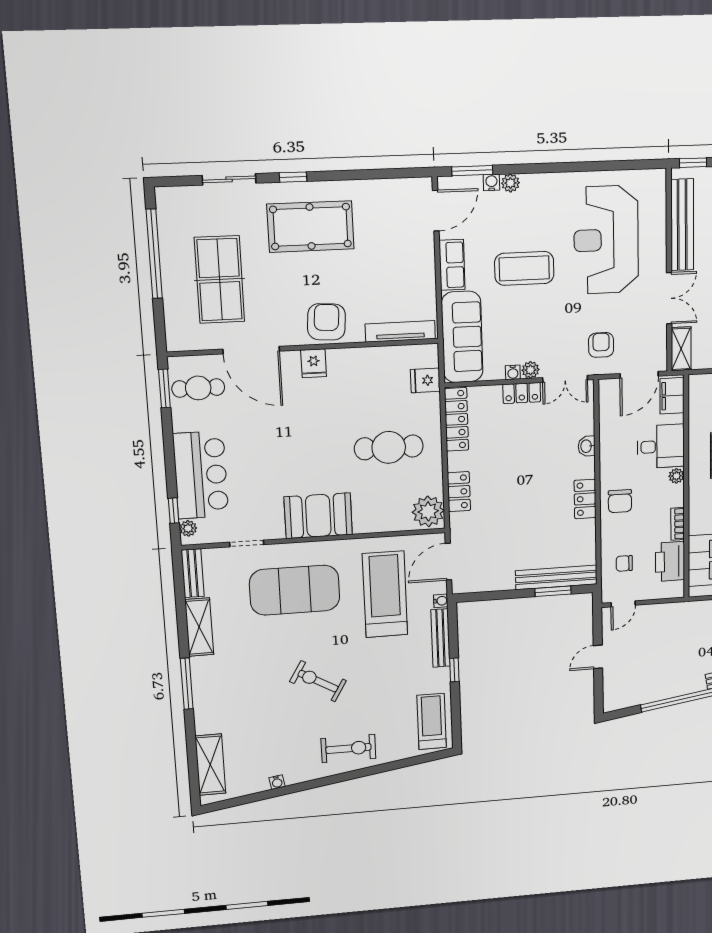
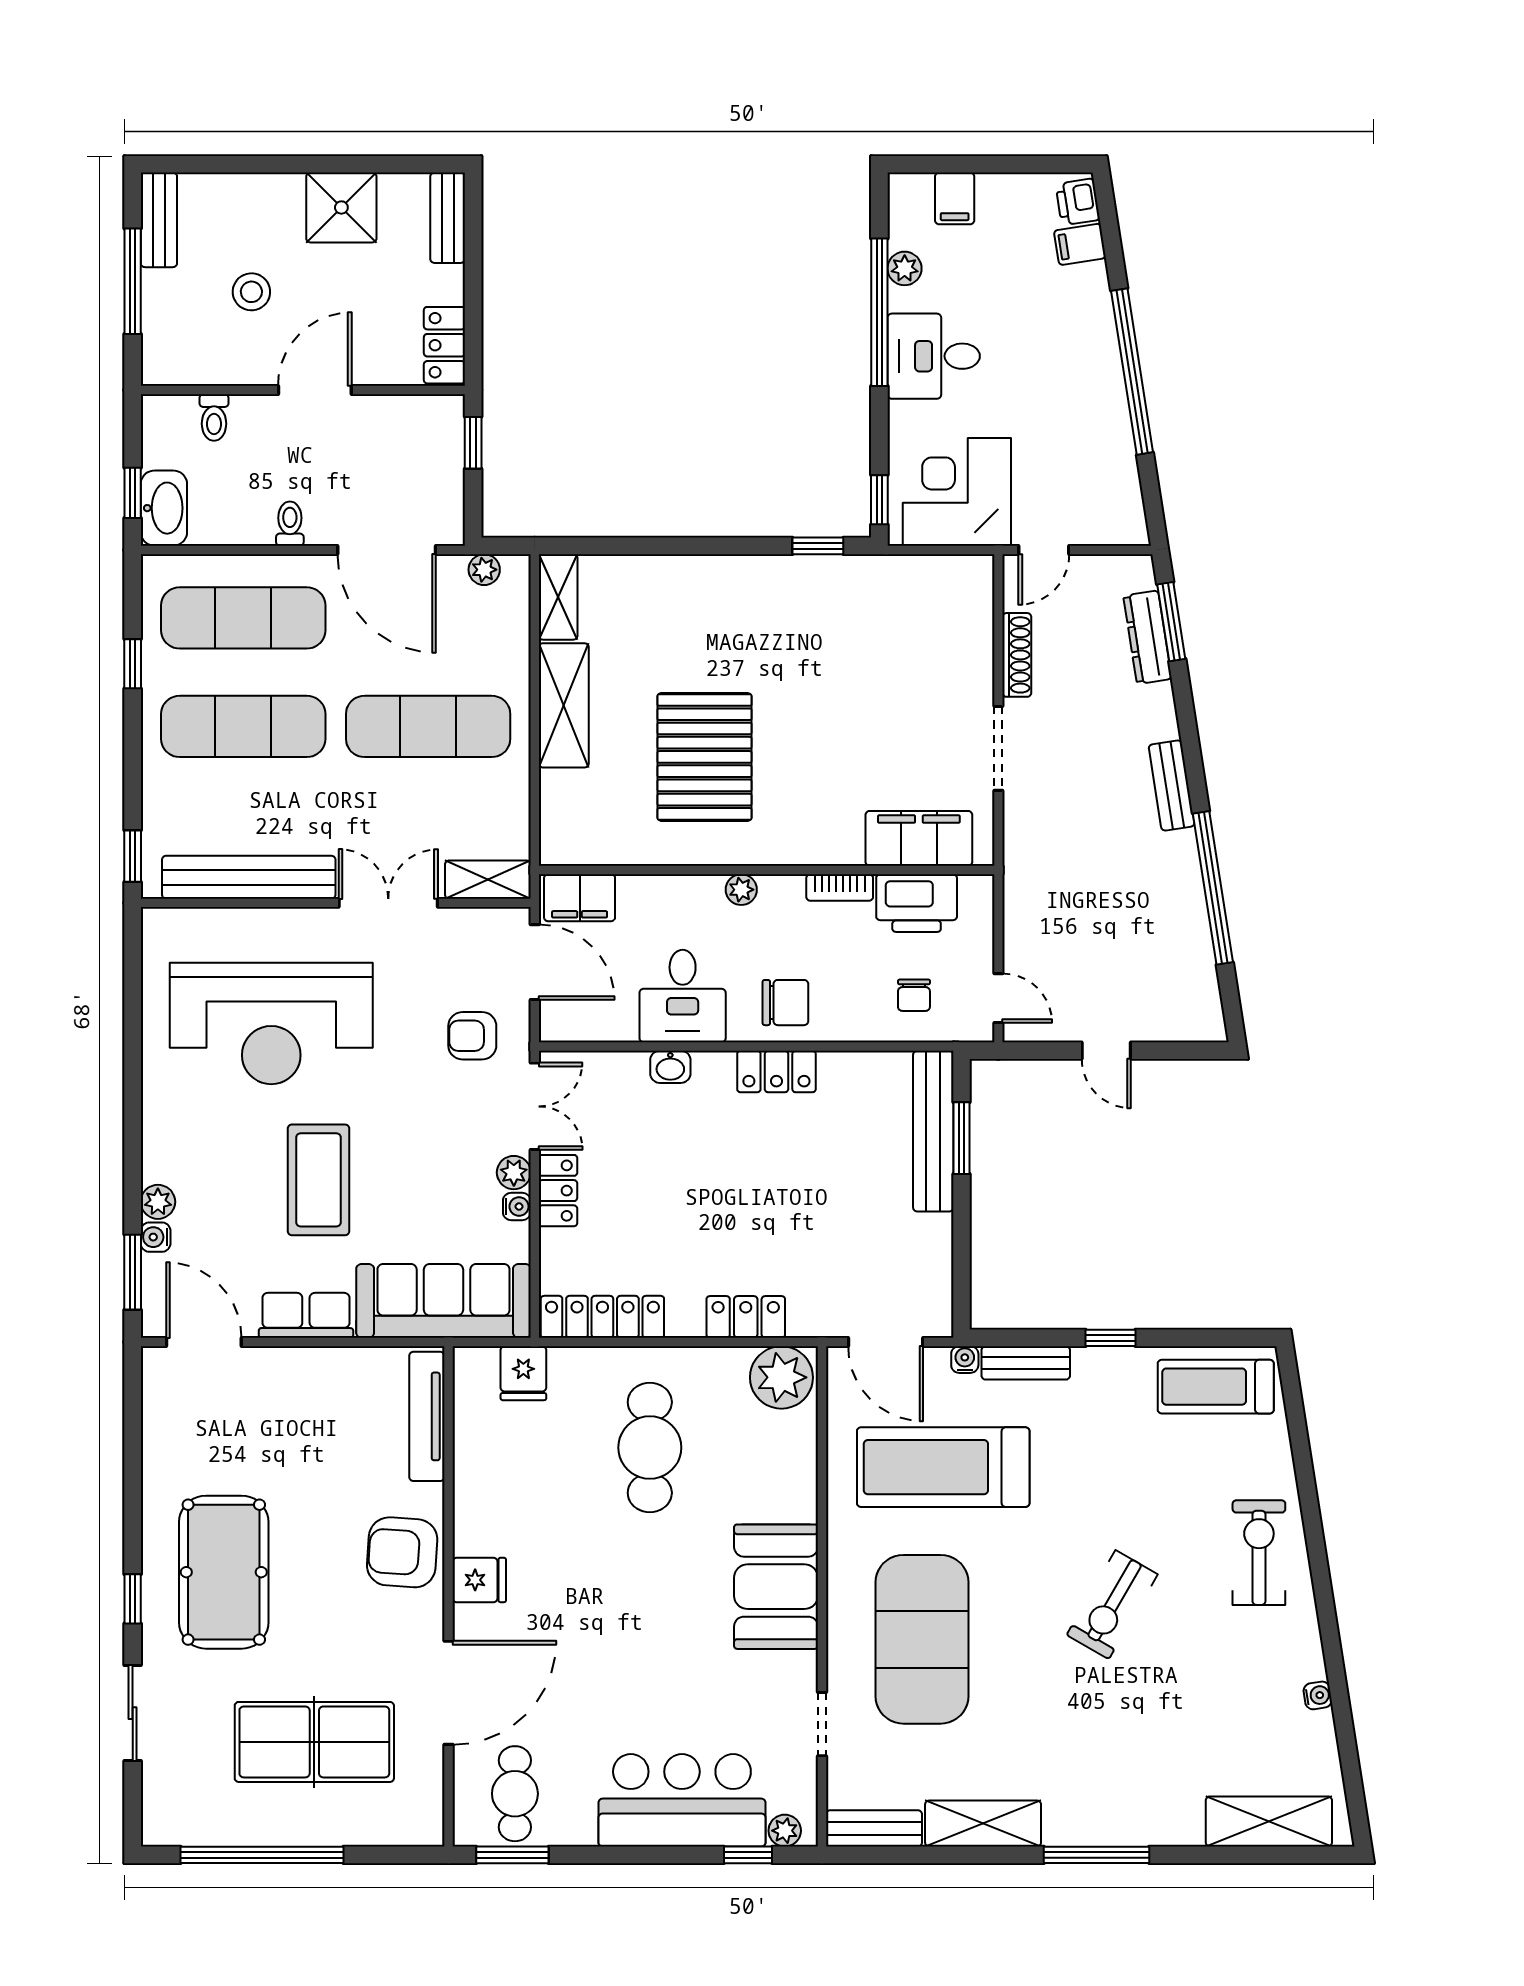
desk: (661, 446) -> (683, 996), moved, turned 180
bench: (440, 638) -> (1026, 1363), width x0.73

